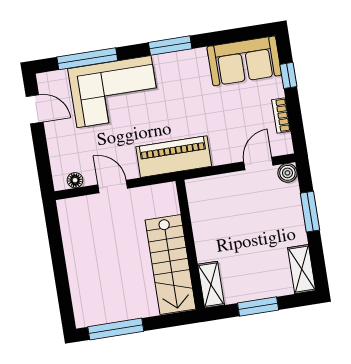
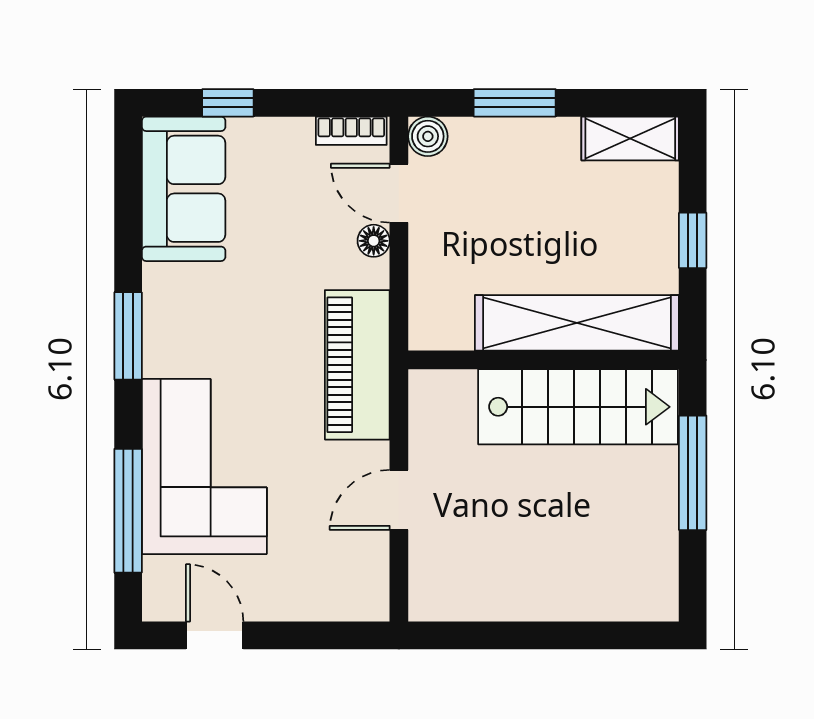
door: (35, 109) -> (215, 635), hinge flipped
bookcase: (281, 115) -> (351, 131), moved
floor lamp: (75, 180) -> (374, 241), moved
shelving: (211, 285) -> (577, 323), width x2.20, depth x1.33
window: (258, 306) -> (693, 240), width x0.67
window: (116, 329) -> (693, 473), moved

